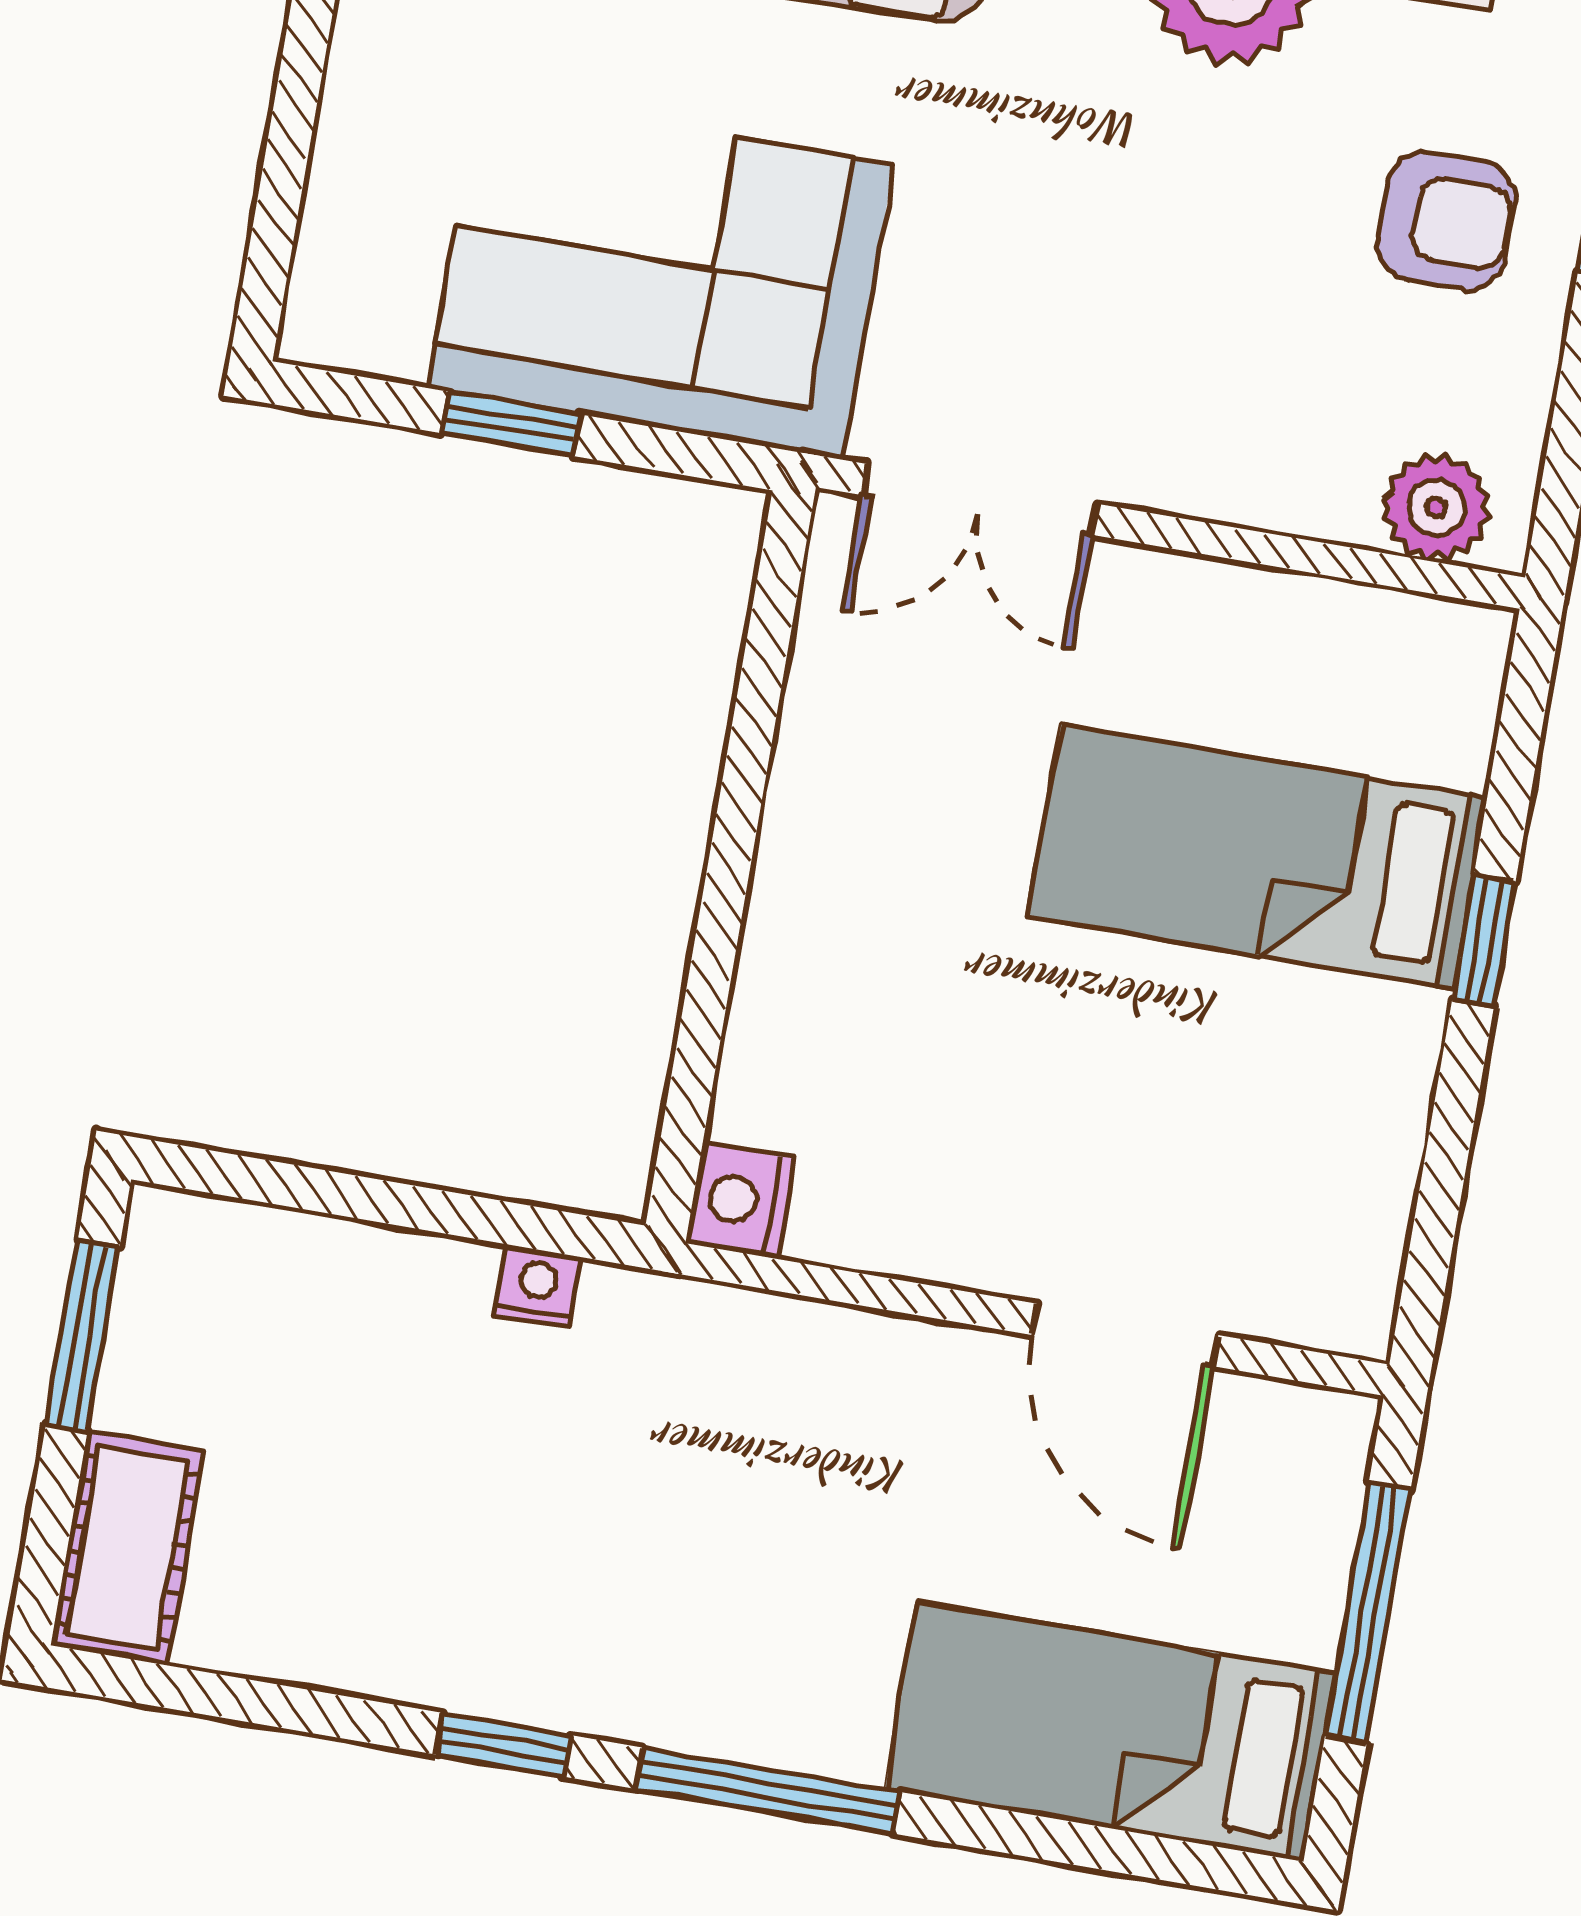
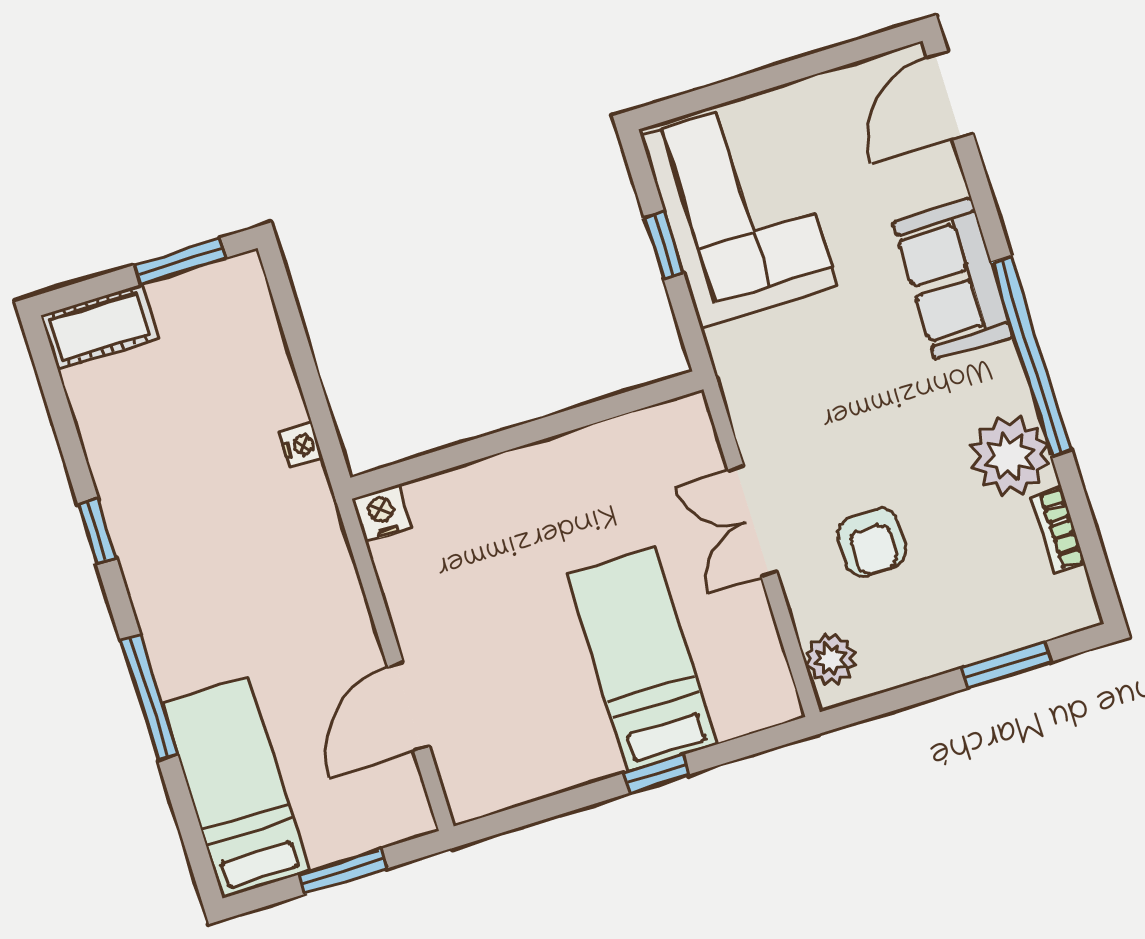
armchair: (1446, 221) -> (872, 542), moved
corner sofa: (661, 276) -> (739, 211), moved
double door: (980, 500) -> (752, 521), moved
window: (1368, 1613) -> (343, 872), width x0.69
window: (767, 1790) -> (149, 698), moved

